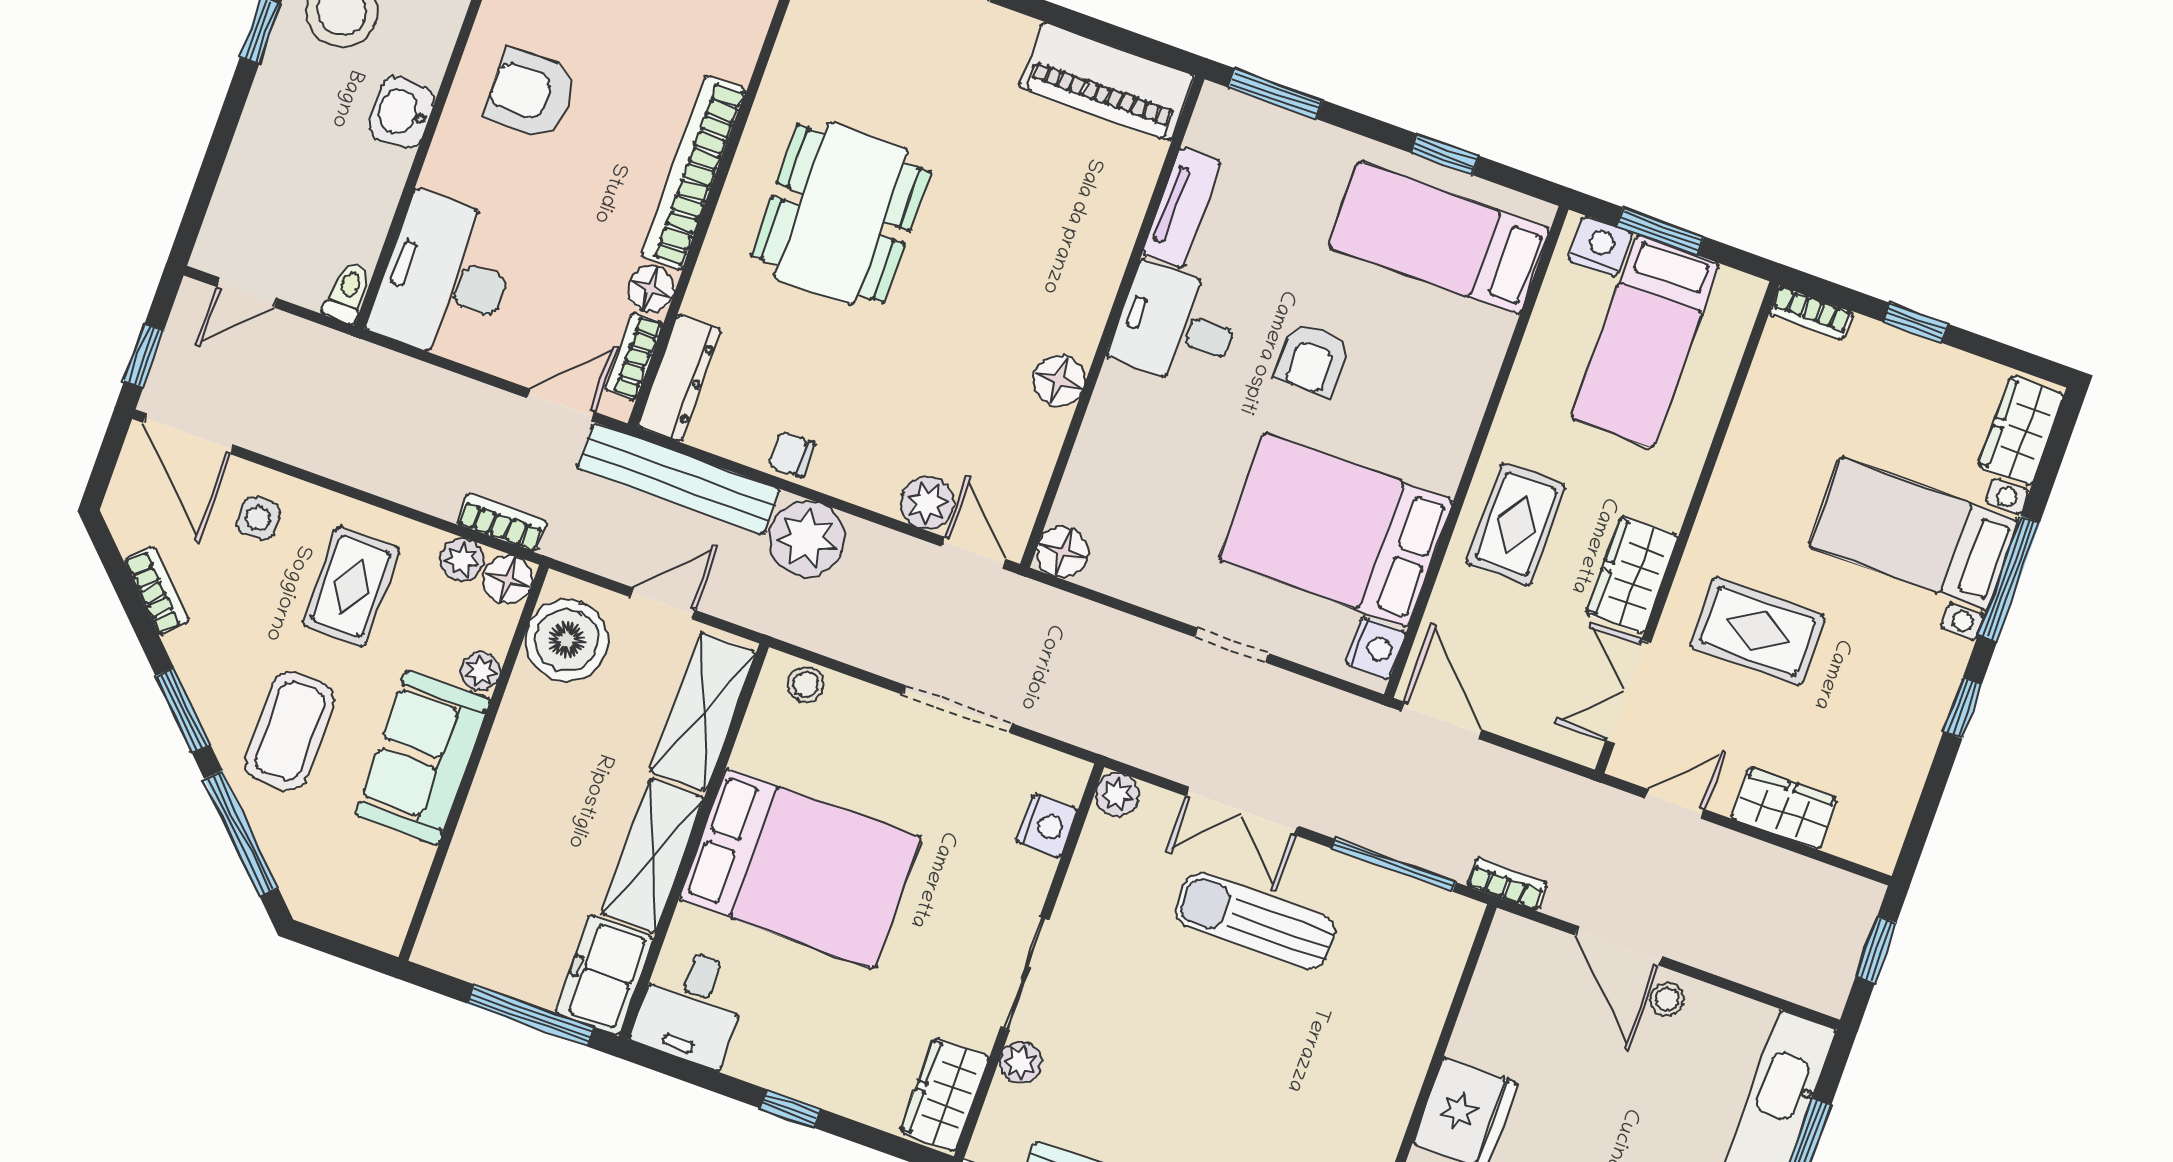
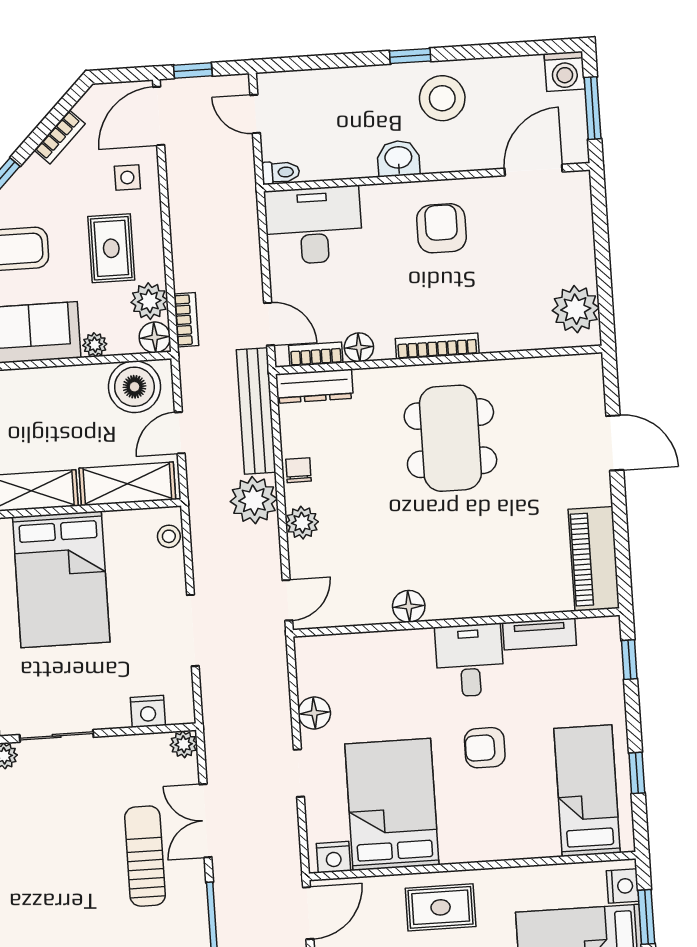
window: (1276, 94) -> (629, 660), width x0.67
bookcase: (694, 173) -> (437, 346), width x0.68, depth x0.76
dining table: (841, 214) -> (450, 438), turned 90
plant: (927, 503) -> (302, 523), moved
floor lamp: (1062, 552) -> (314, 713), moved
plant: (462, 560) -> (149, 301), width x1.38, depth x1.38
rug: (351, 586) -> (111, 248), turned 90
door: (662, 603) -> (180, 433), swing flipped

